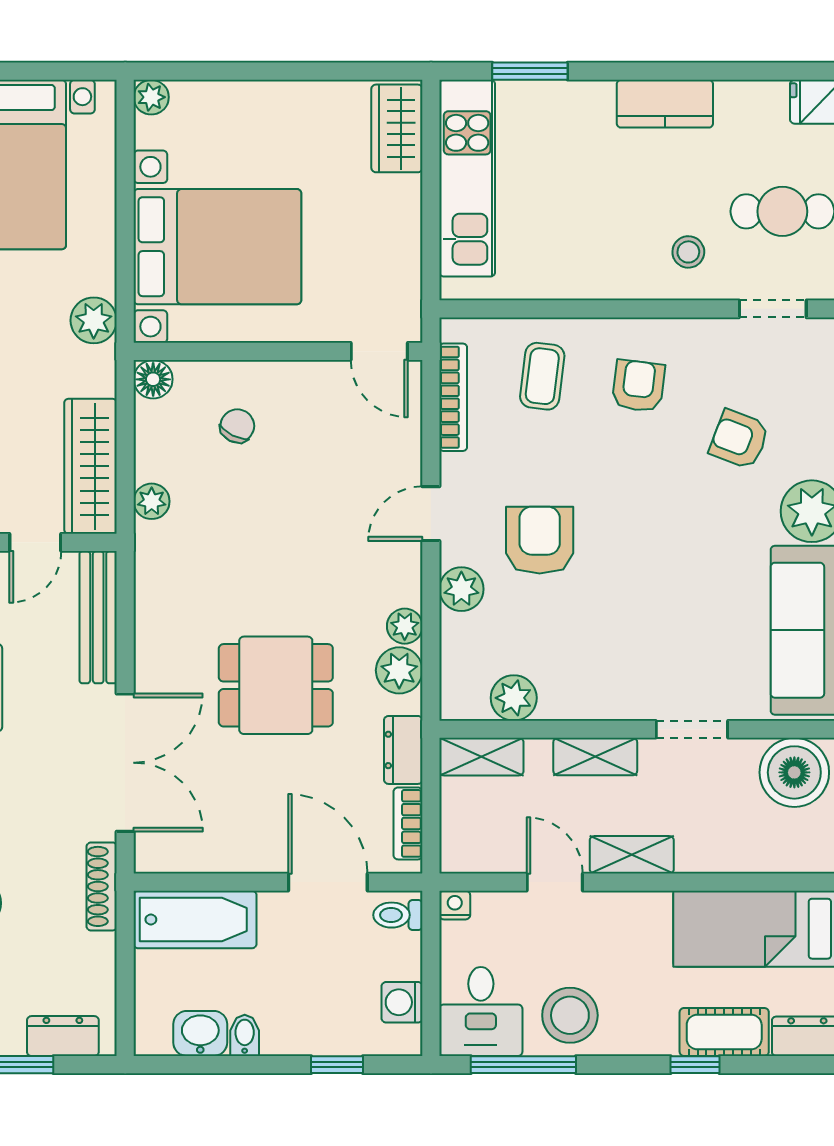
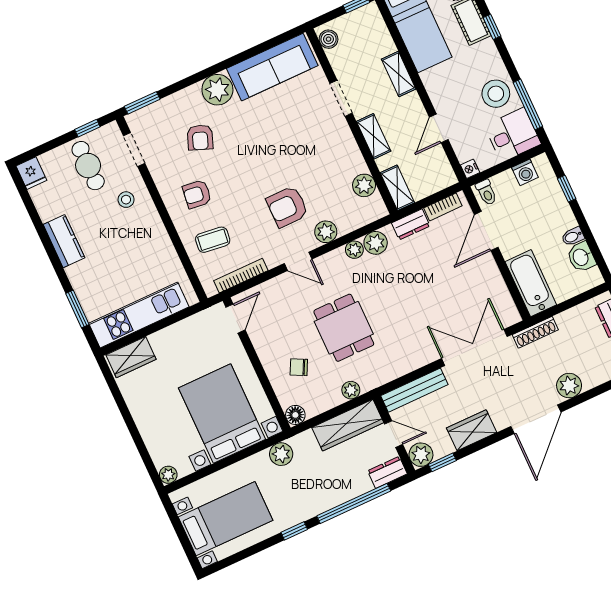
dining table: (276, 685) -> (344, 328), moved
boiler: (794, 772) -> (329, 39), width x0.54, depth x0.54
shelving: (632, 855) -> (399, 74), moved

